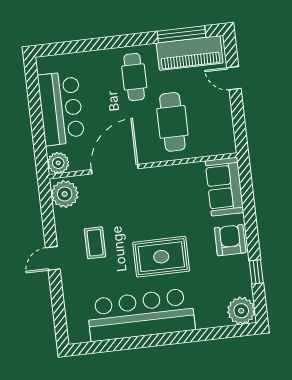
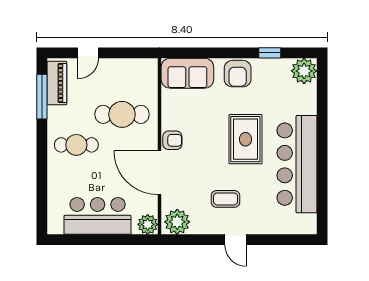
piano: (190, 53) -> (57, 83), width x0.73, depth x0.75
armchair: (151, 179) -> (172, 140), added
armchair: (230, 240) -> (238, 74), turned -90

